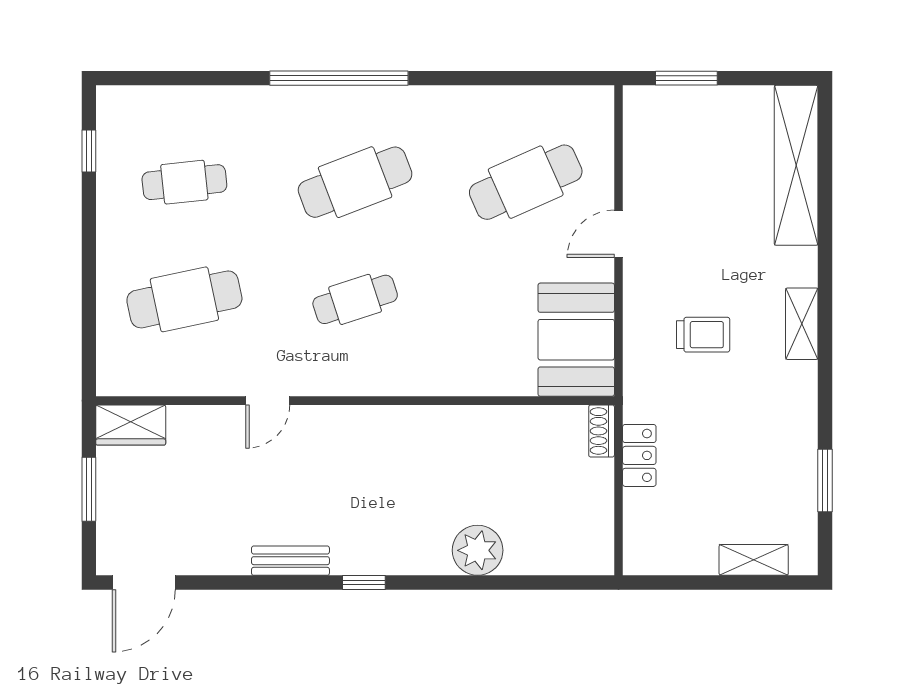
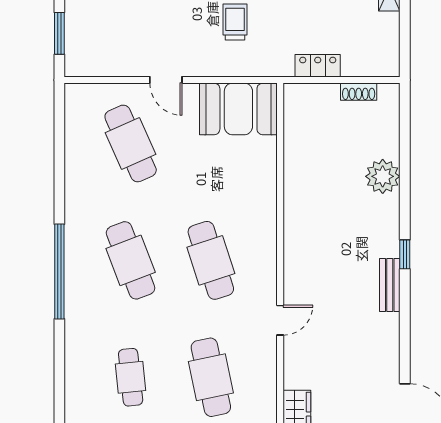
cafe table: (355, 299) -> (211, 260), width x1.37, depth x1.35
door: (268, 401) -> (280, 320), hinge flipped
shoe rack: (602, 431) -> (359, 92), moved
bench: (290, 561) -> (390, 285), moved

